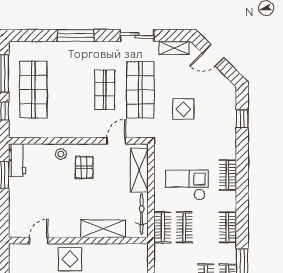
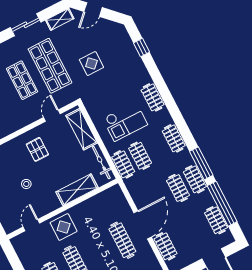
stool: (61, 154) -> (26, 184), moved
checkout: (187, 185) -> (125, 122), turned 180

